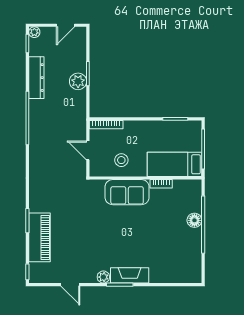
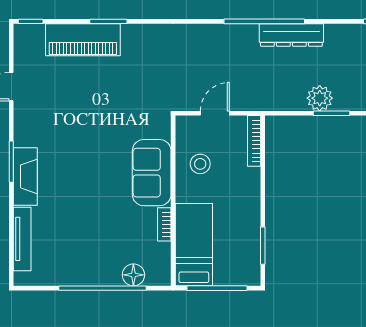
dresser: (36, 78) -> (291, 35), moved
floor lamp: (194, 220) -> (133, 275), moved
plant: (103, 277) -> (23, 137), removed
tv unit: (171, 277) -> (22, 239), added

